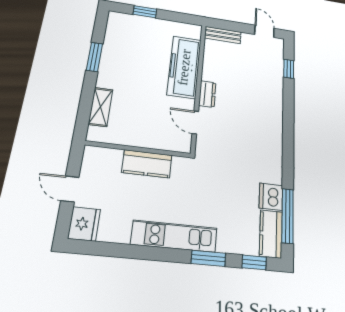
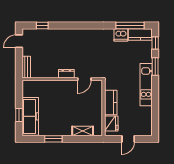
freezer: (184, 67) -> (30, 116), moved, turned -90
fridge: (84, 224) -> (111, 124), moved, turned 90

